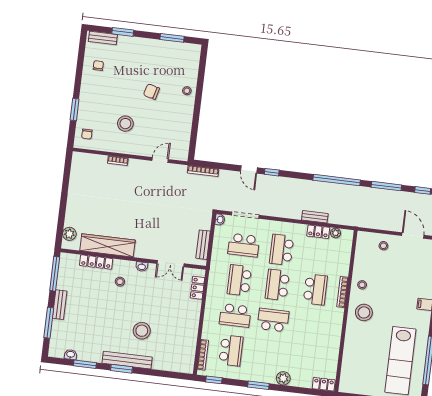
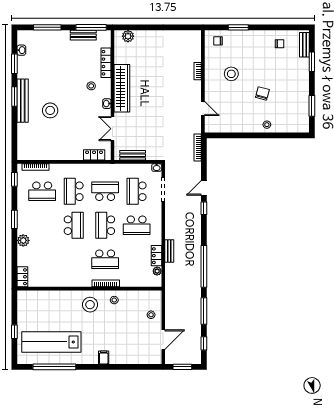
wardrobe: (107, 245) -> (122, 88), moved
school desk: (282, 250) -> (137, 225), turned 180
school desk: (277, 285) -> (105, 225), turned -90
bench: (60, 305) -> (83, 35), moved

